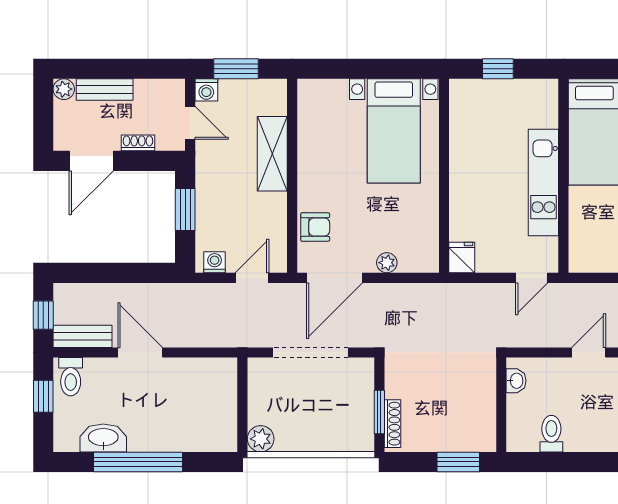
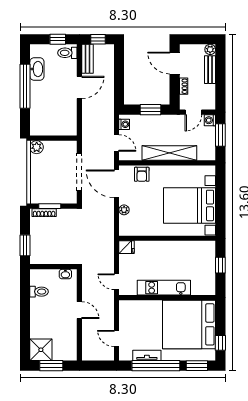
bed with nightstands: (394, 131) -> (189, 205), width x1.36
shelving: (272, 154) -> (169, 153), width x1.47

